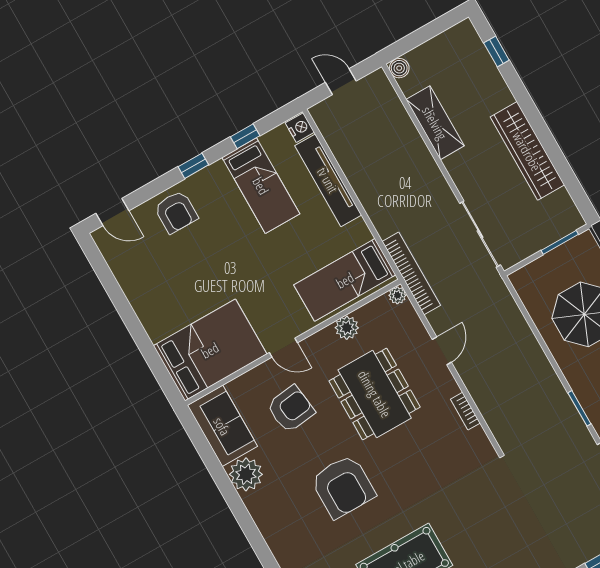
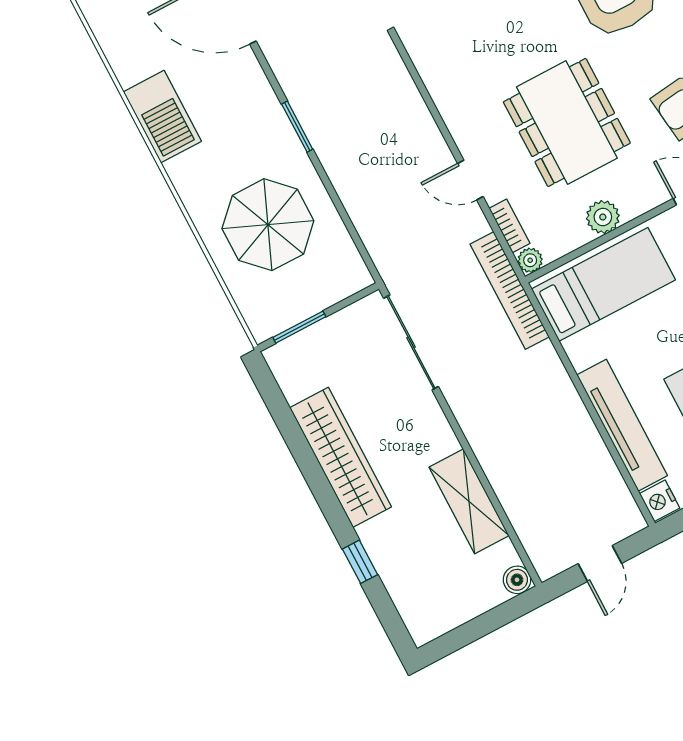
window: (496, 52) -> (360, 562), moved
door: (341, 82) -> (600, 563), hinge flipped
door: (442, 351) -> (470, 180), hinge flipped
window: (579, 408) -> (297, 127), moved
bookcase: (465, 411) -> (509, 226), moved

